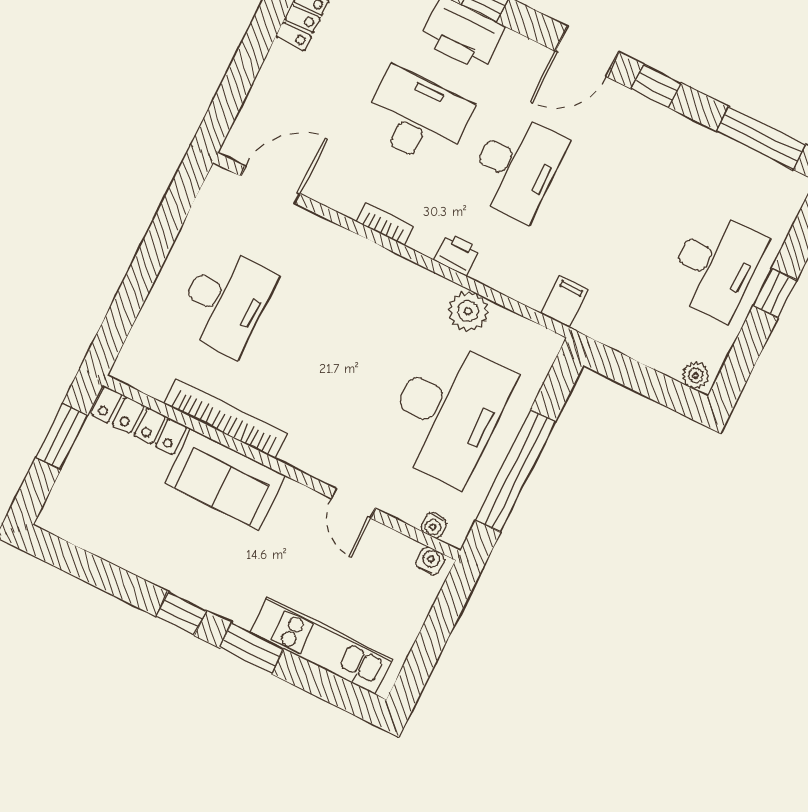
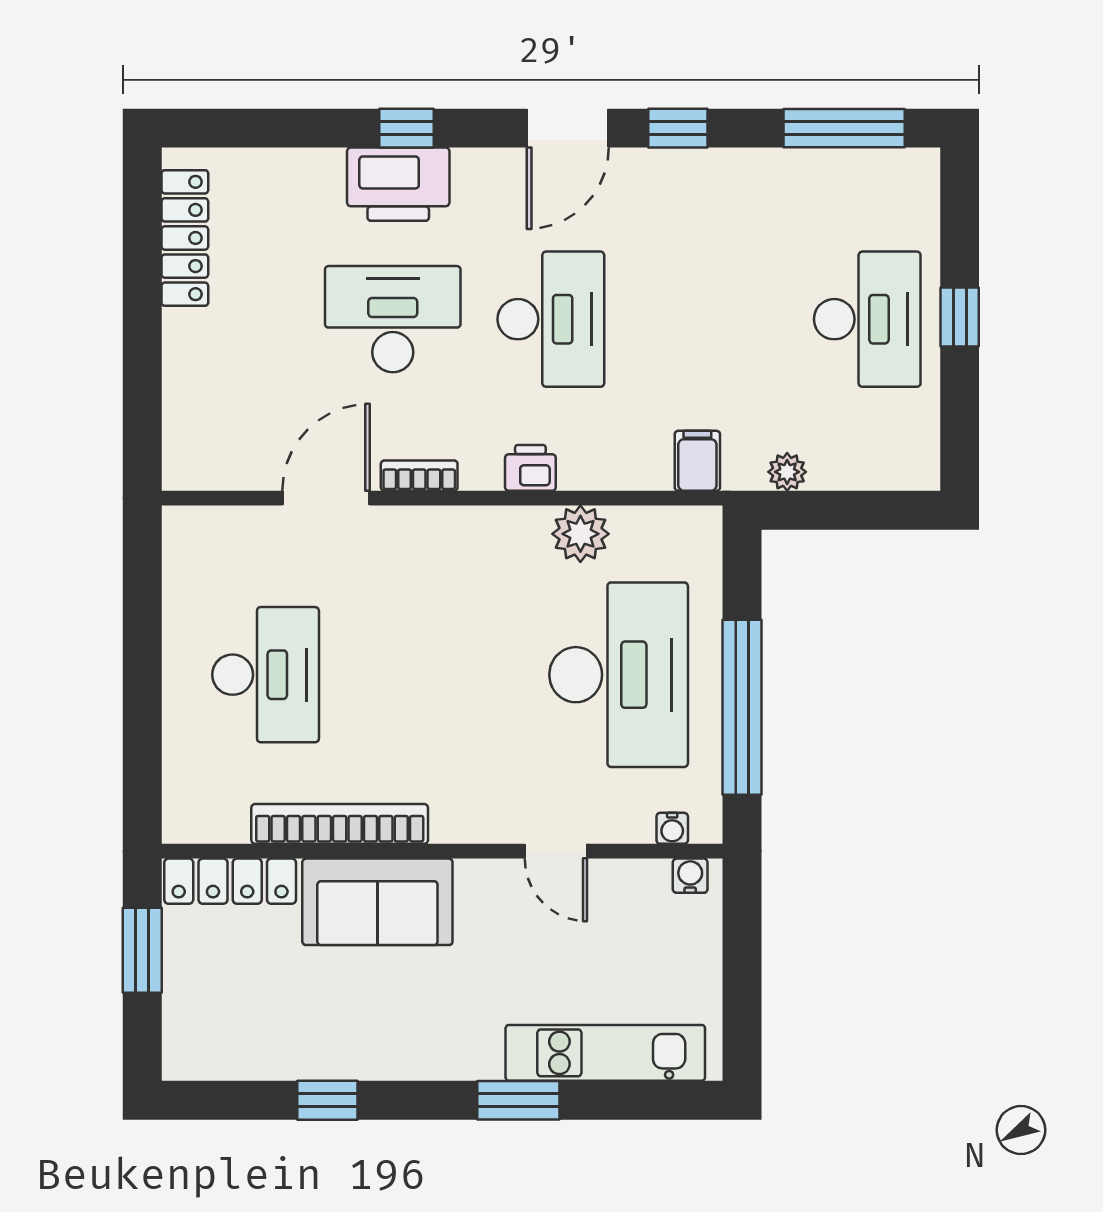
door: (270, 185) -> (326, 498), moved
plant: (695, 375) -> (787, 472), moved
window: (181, 614) -> (327, 1100), moved

